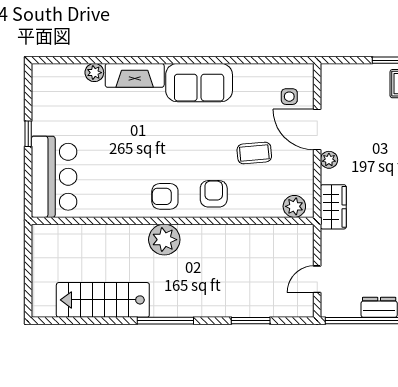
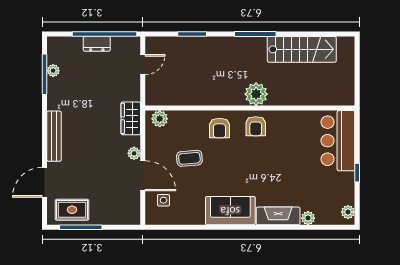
plant: (41, 81) -> (348, 212), added
armchair: (165, 196) -> (256, 126), turned 90

